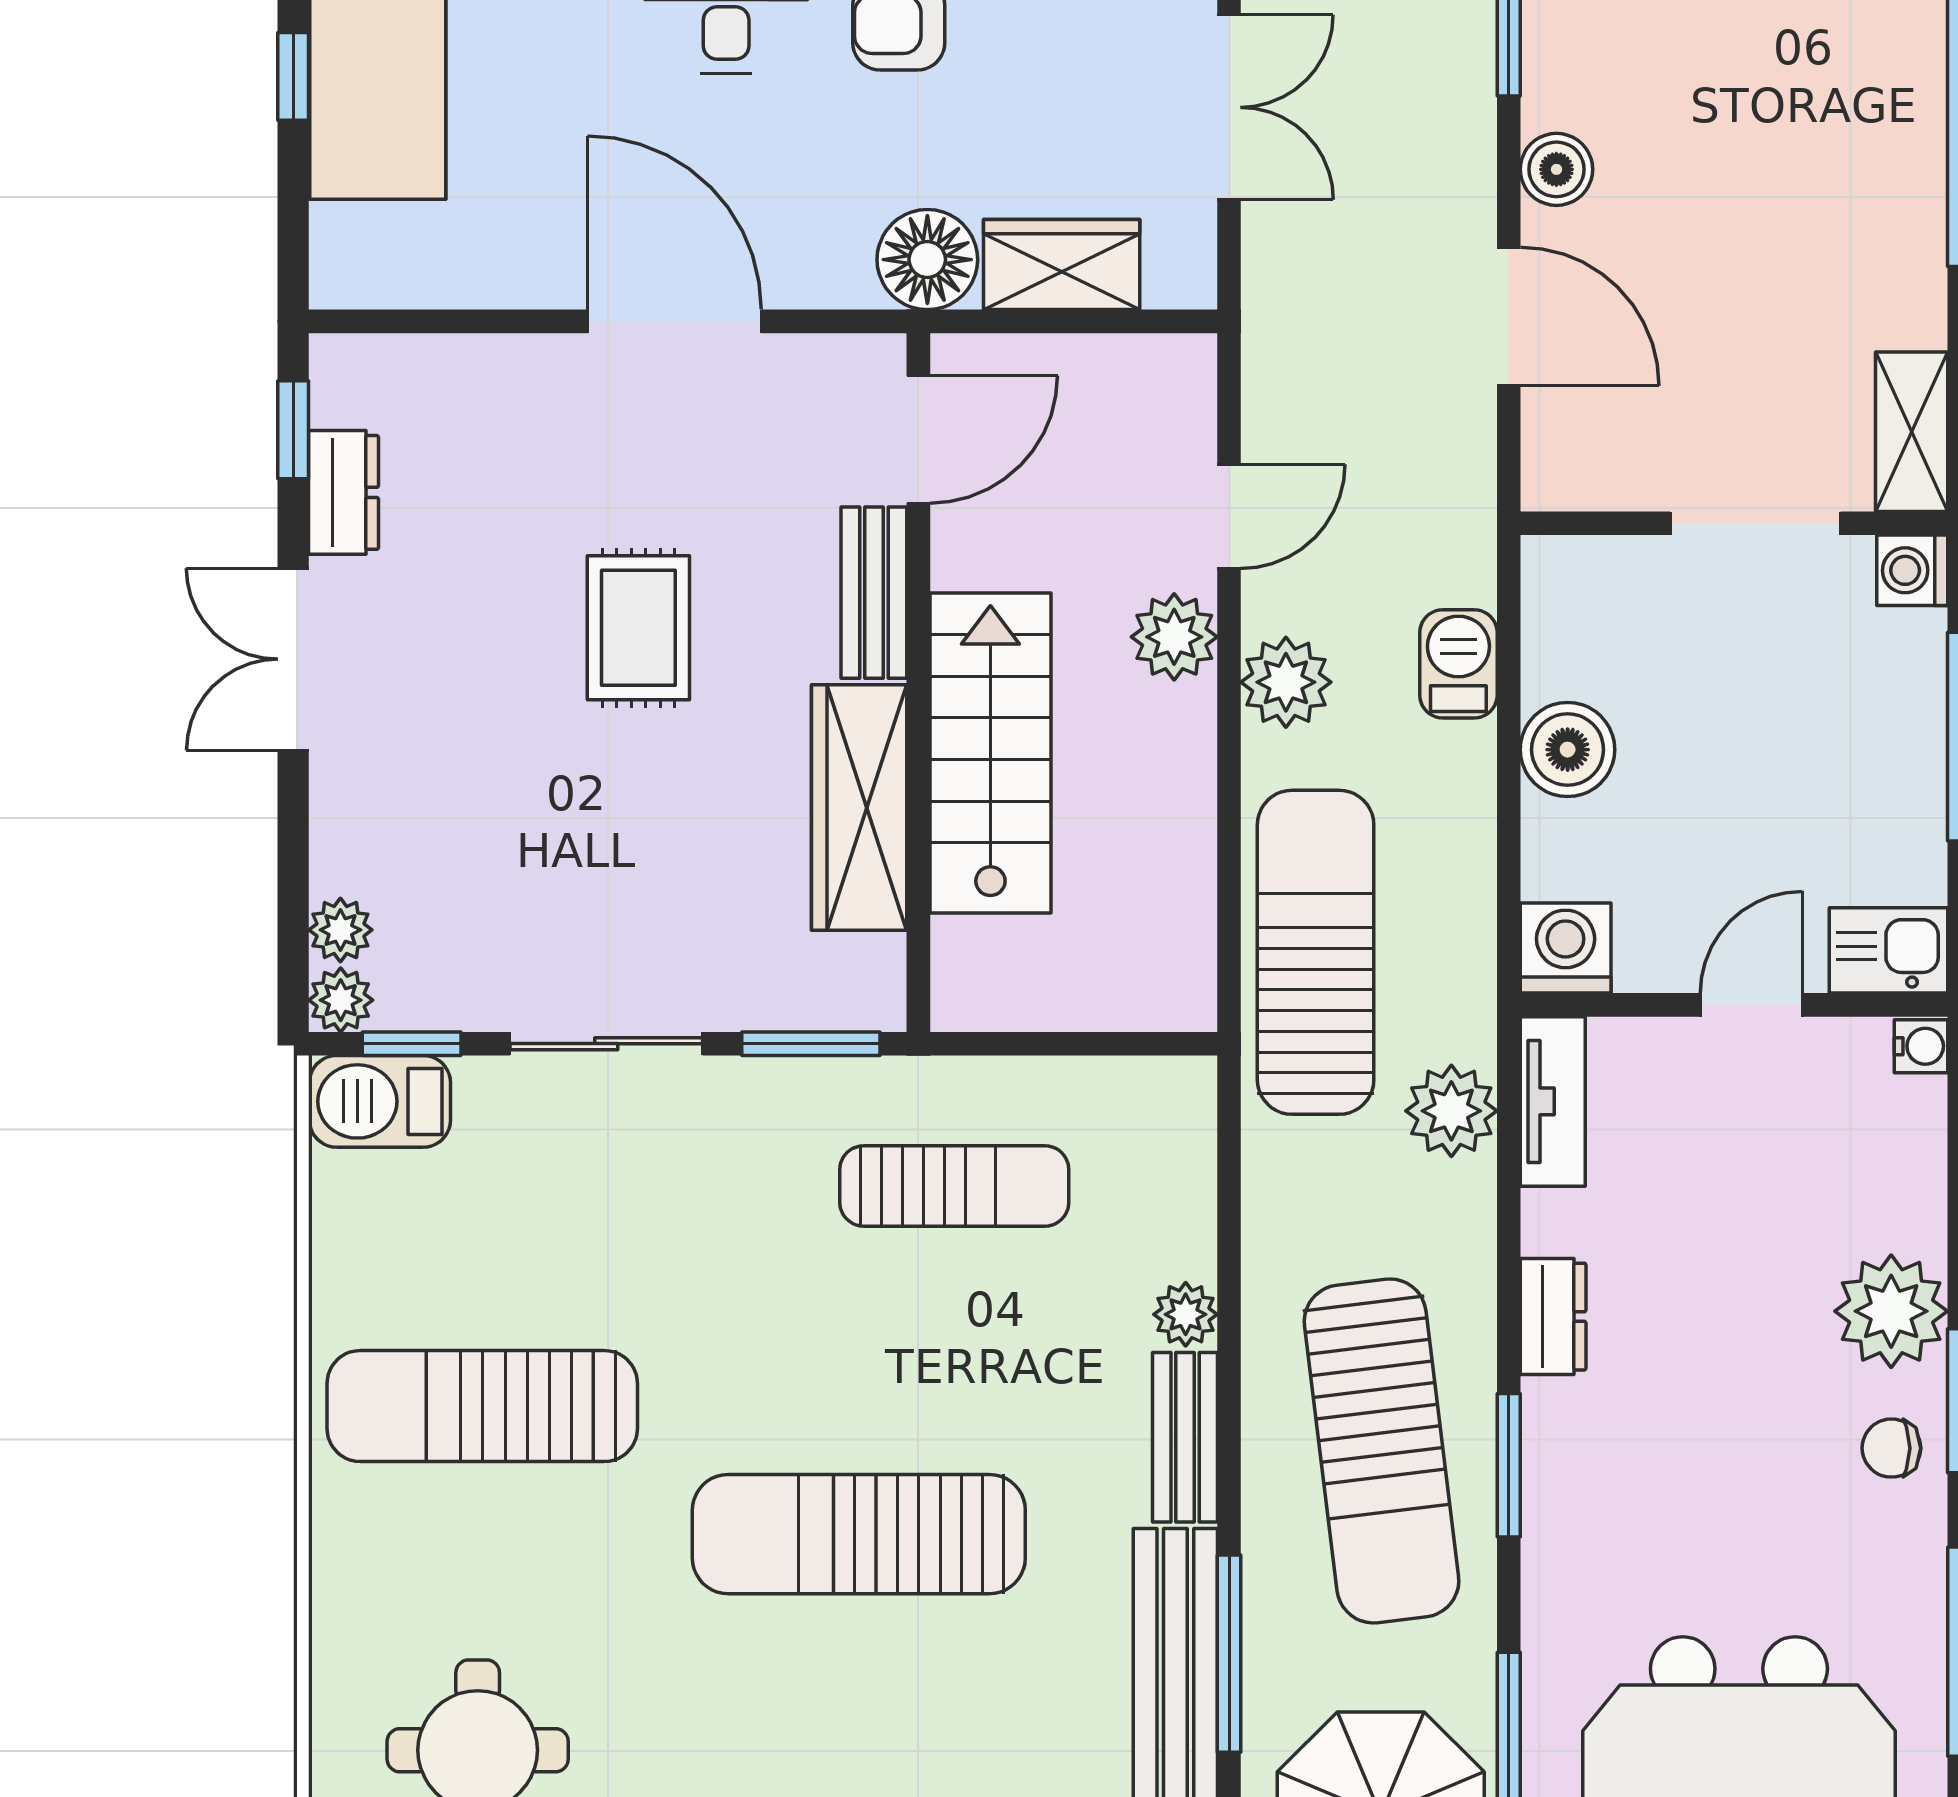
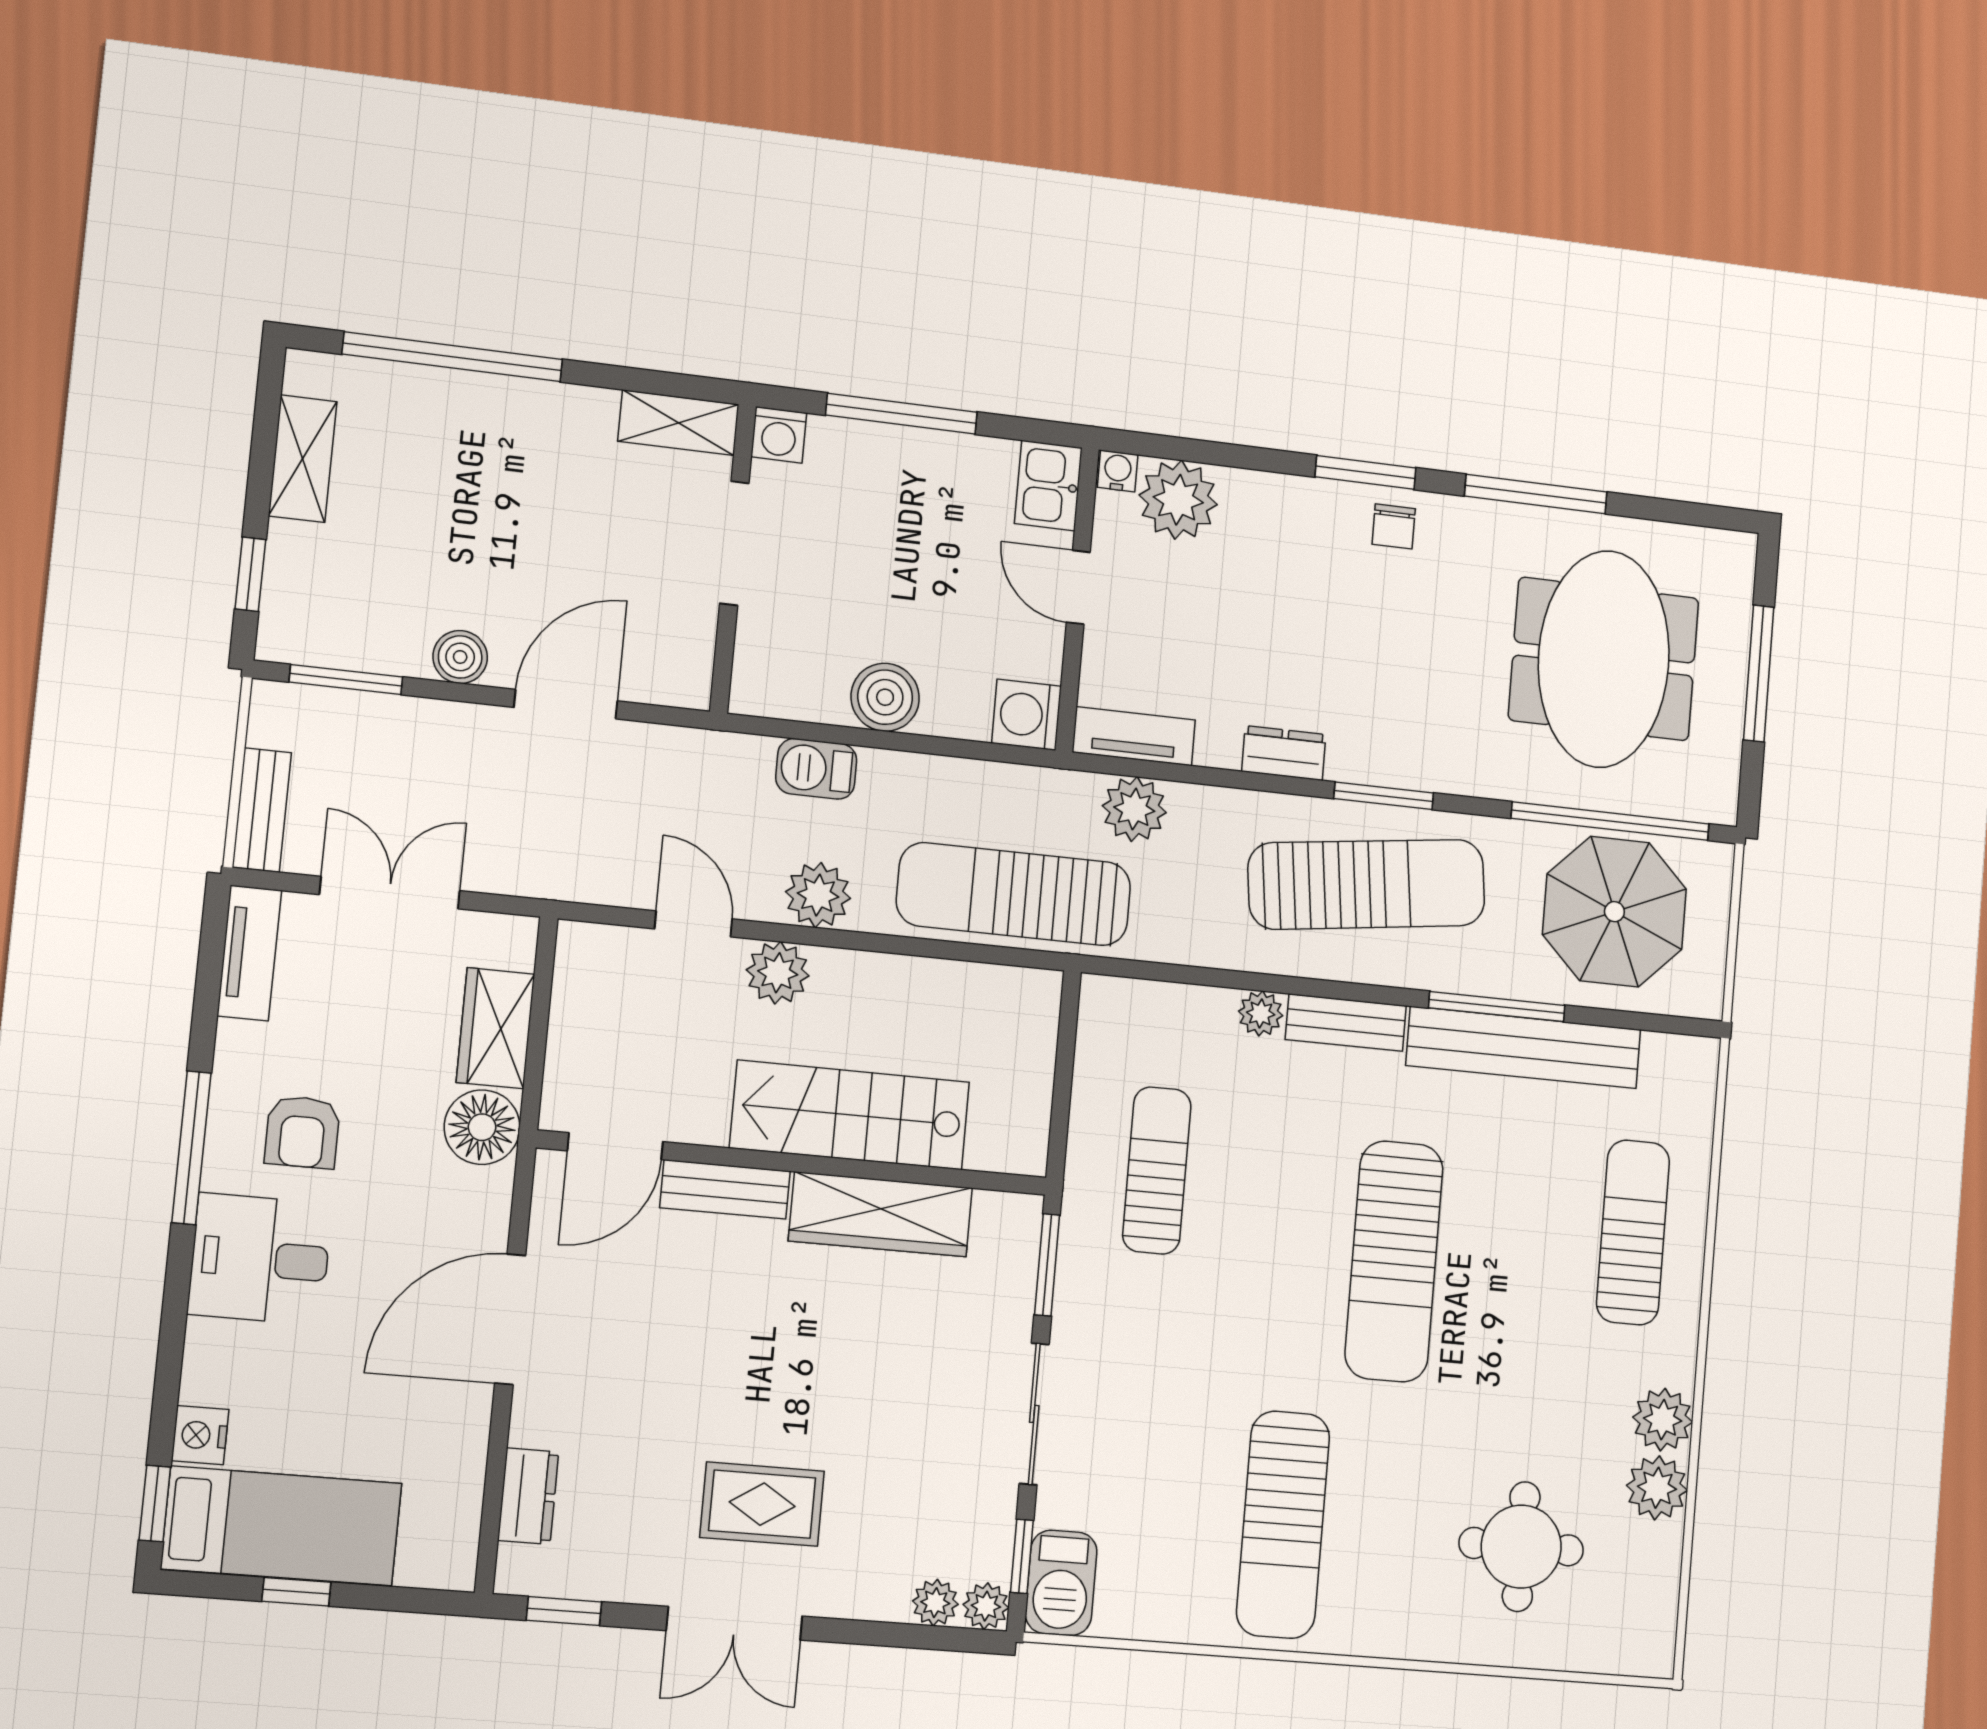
door: (918, 439) -> (615, 1146), swing flipped
dresser: (344, 492) -> (528, 1496), moved, turned 90
rug: (638, 628) -> (762, 1504), moved
plant: (1891, 1311) -> (1178, 500), moved

